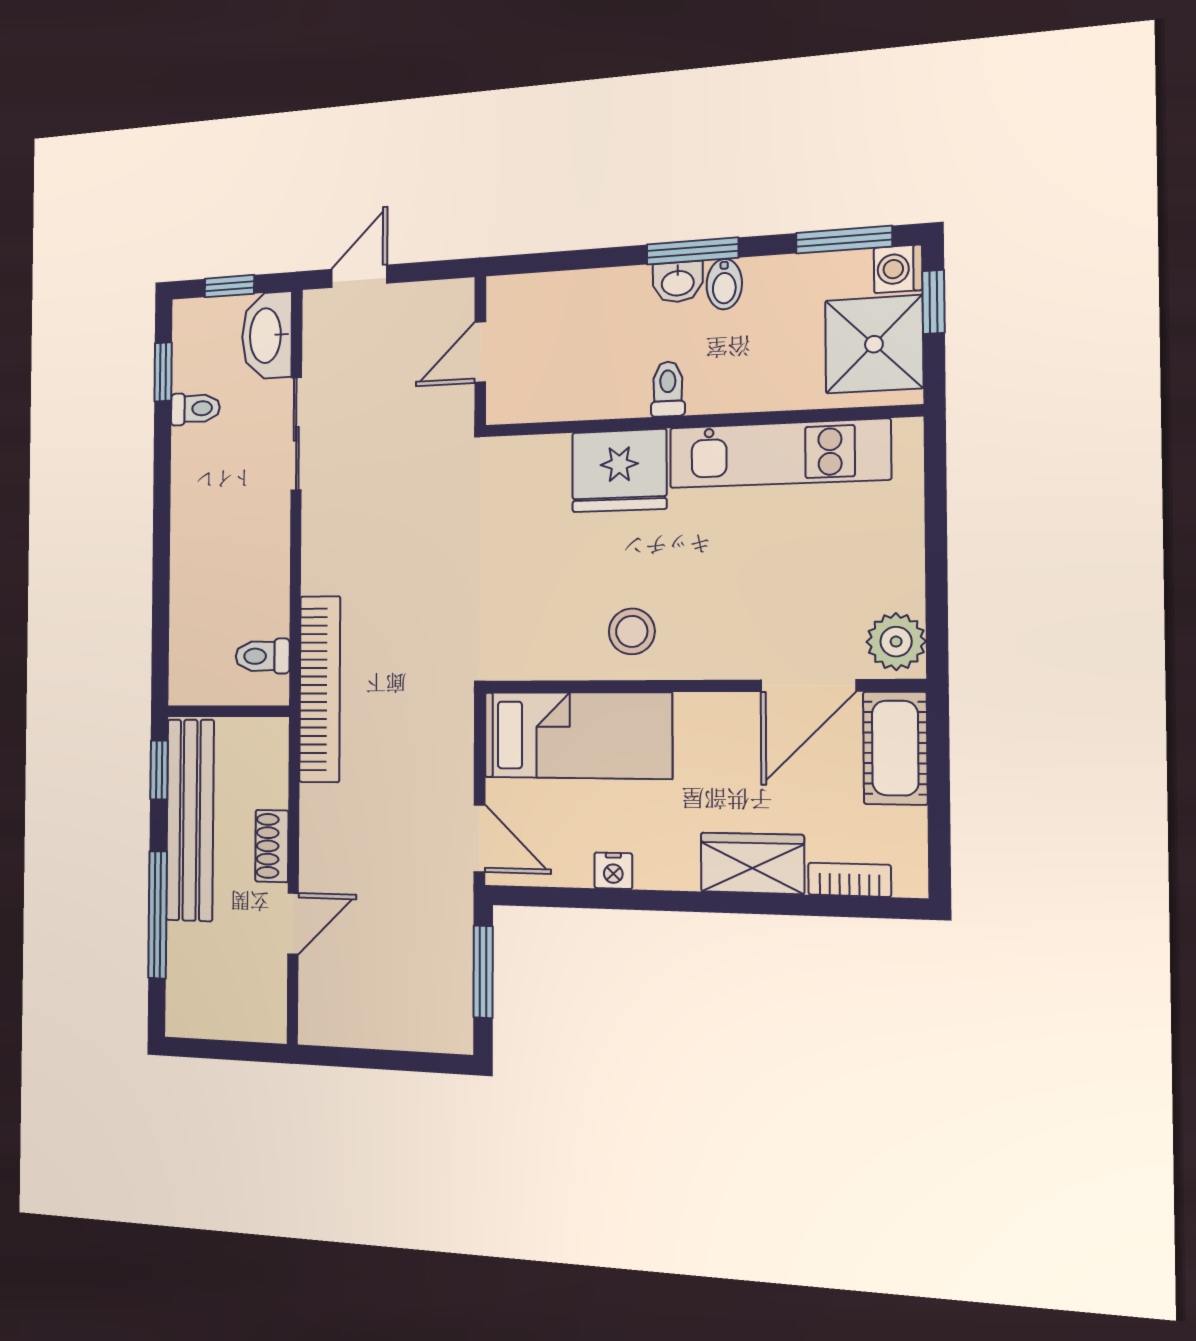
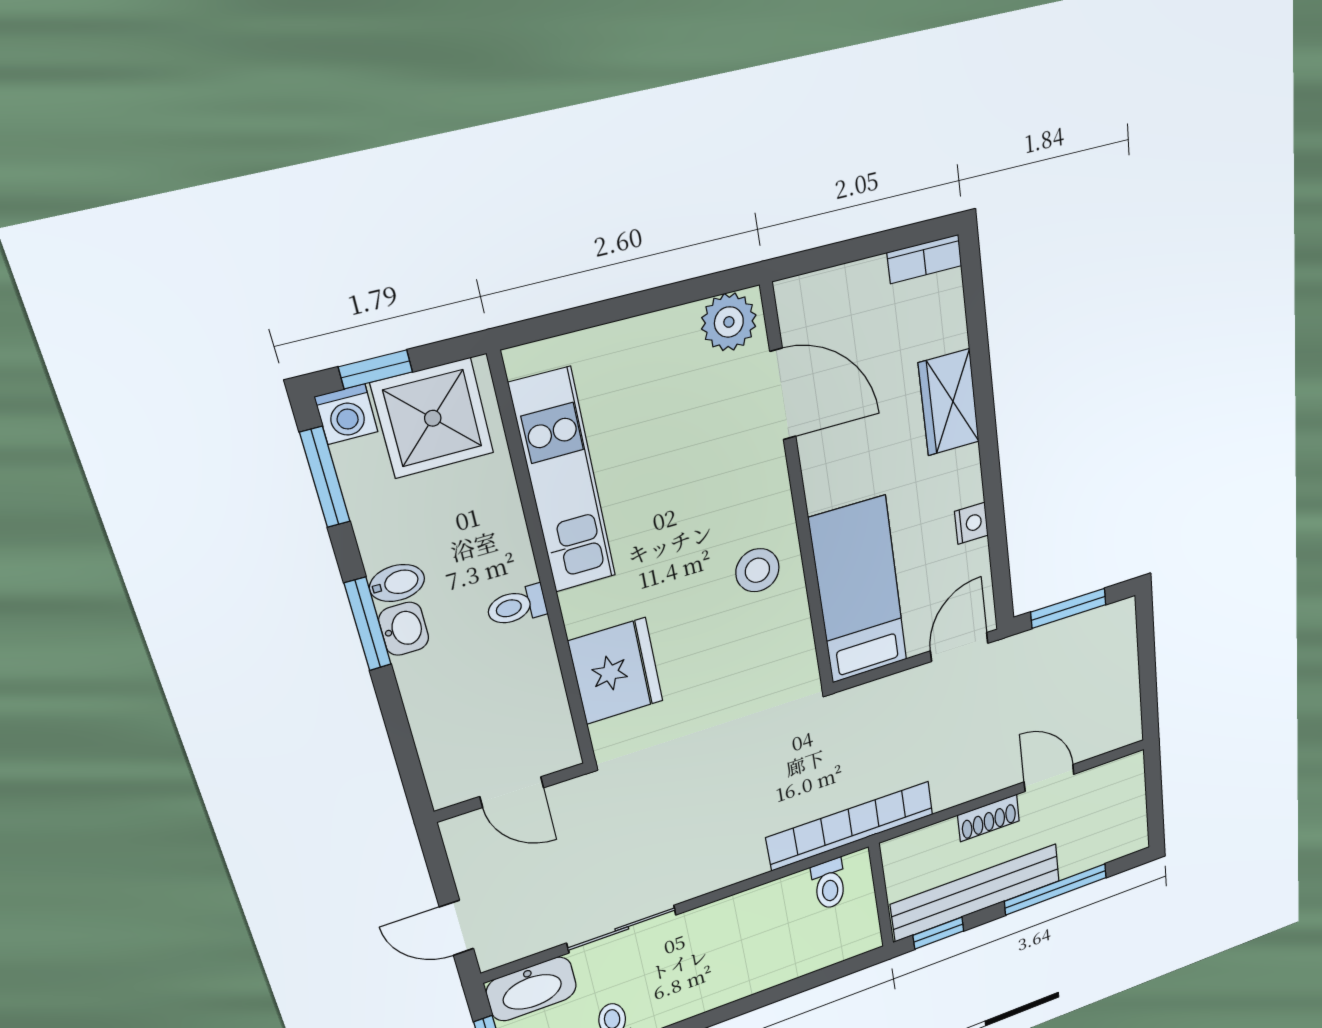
fridge: (619, 471) -> (616, 671), moved
cot: (895, 748) -> (828, 298), removed
bookcase: (850, 880) -> (924, 259), moved, turned -90

